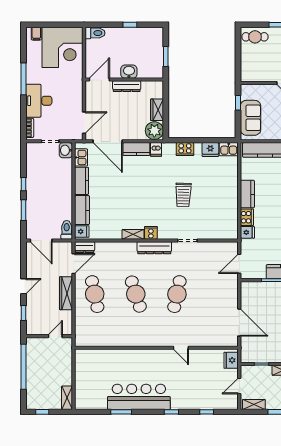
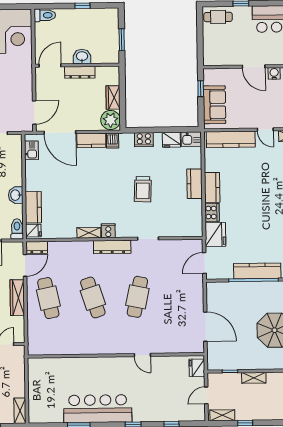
washbasin: (66, 150) -> (16, 195), moved
kitchen counter: (82, 181) -> (195, 184), moved, turned 180
fridge: (247, 232) -> (215, 235), width x1.88, depth x1.34

